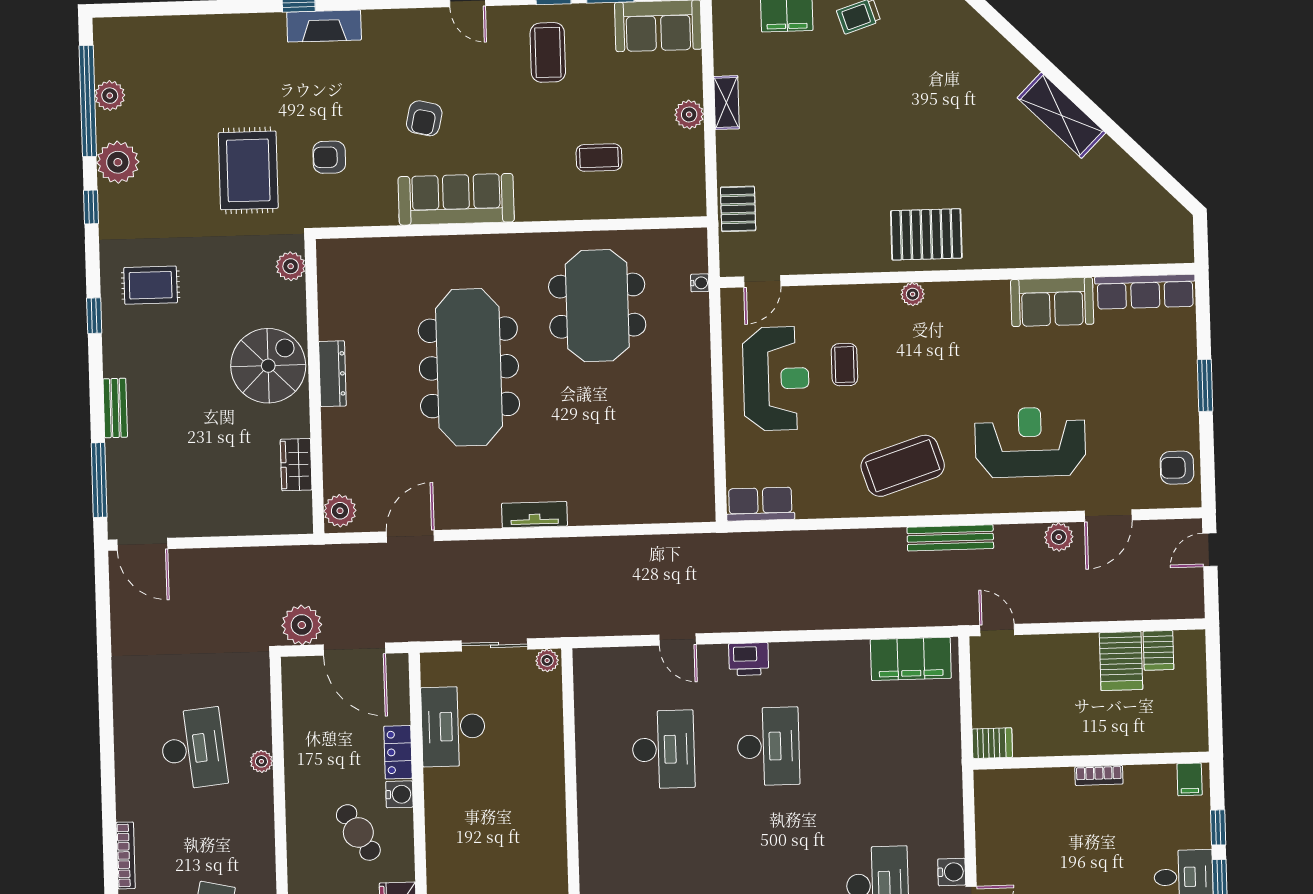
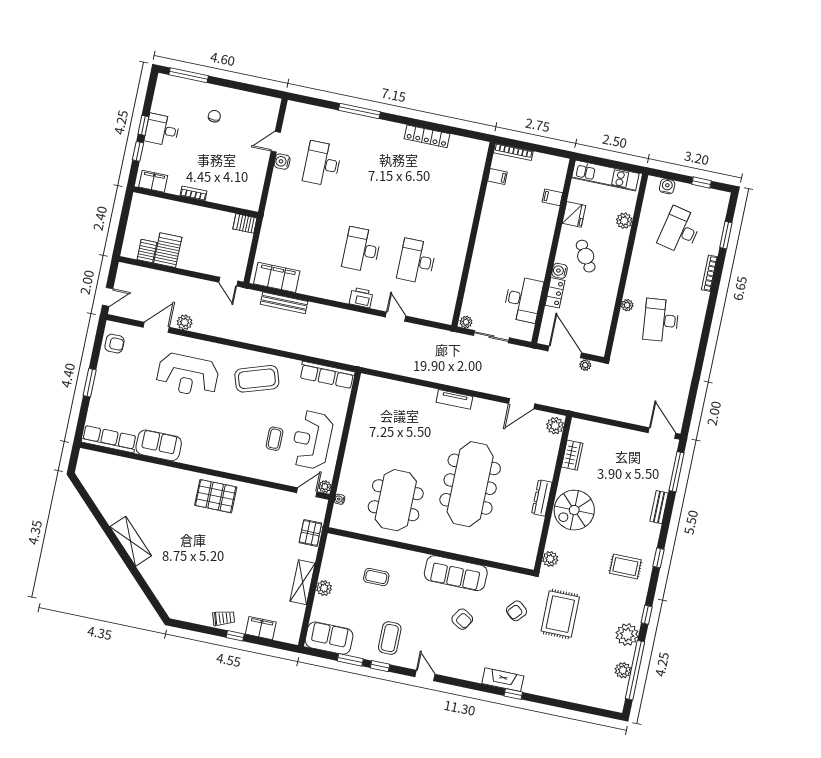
shelving: (726, 103) -> (303, 582), width x1.50, depth x1.33
armchair: (424, 118) -> (462, 619), turned 109
armchair: (329, 157) -> (516, 611), turned 131
plant: (913, 294) -> (325, 487), moved
row of seats: (760, 504) -> (327, 375), width x1.48
bench: (950, 538) -> (284, 303), moved
plant: (302, 625) -> (585, 365), width x0.53, depth x0.53
filing cabinet: (1190, 779) -> (153, 181), width x2.00

